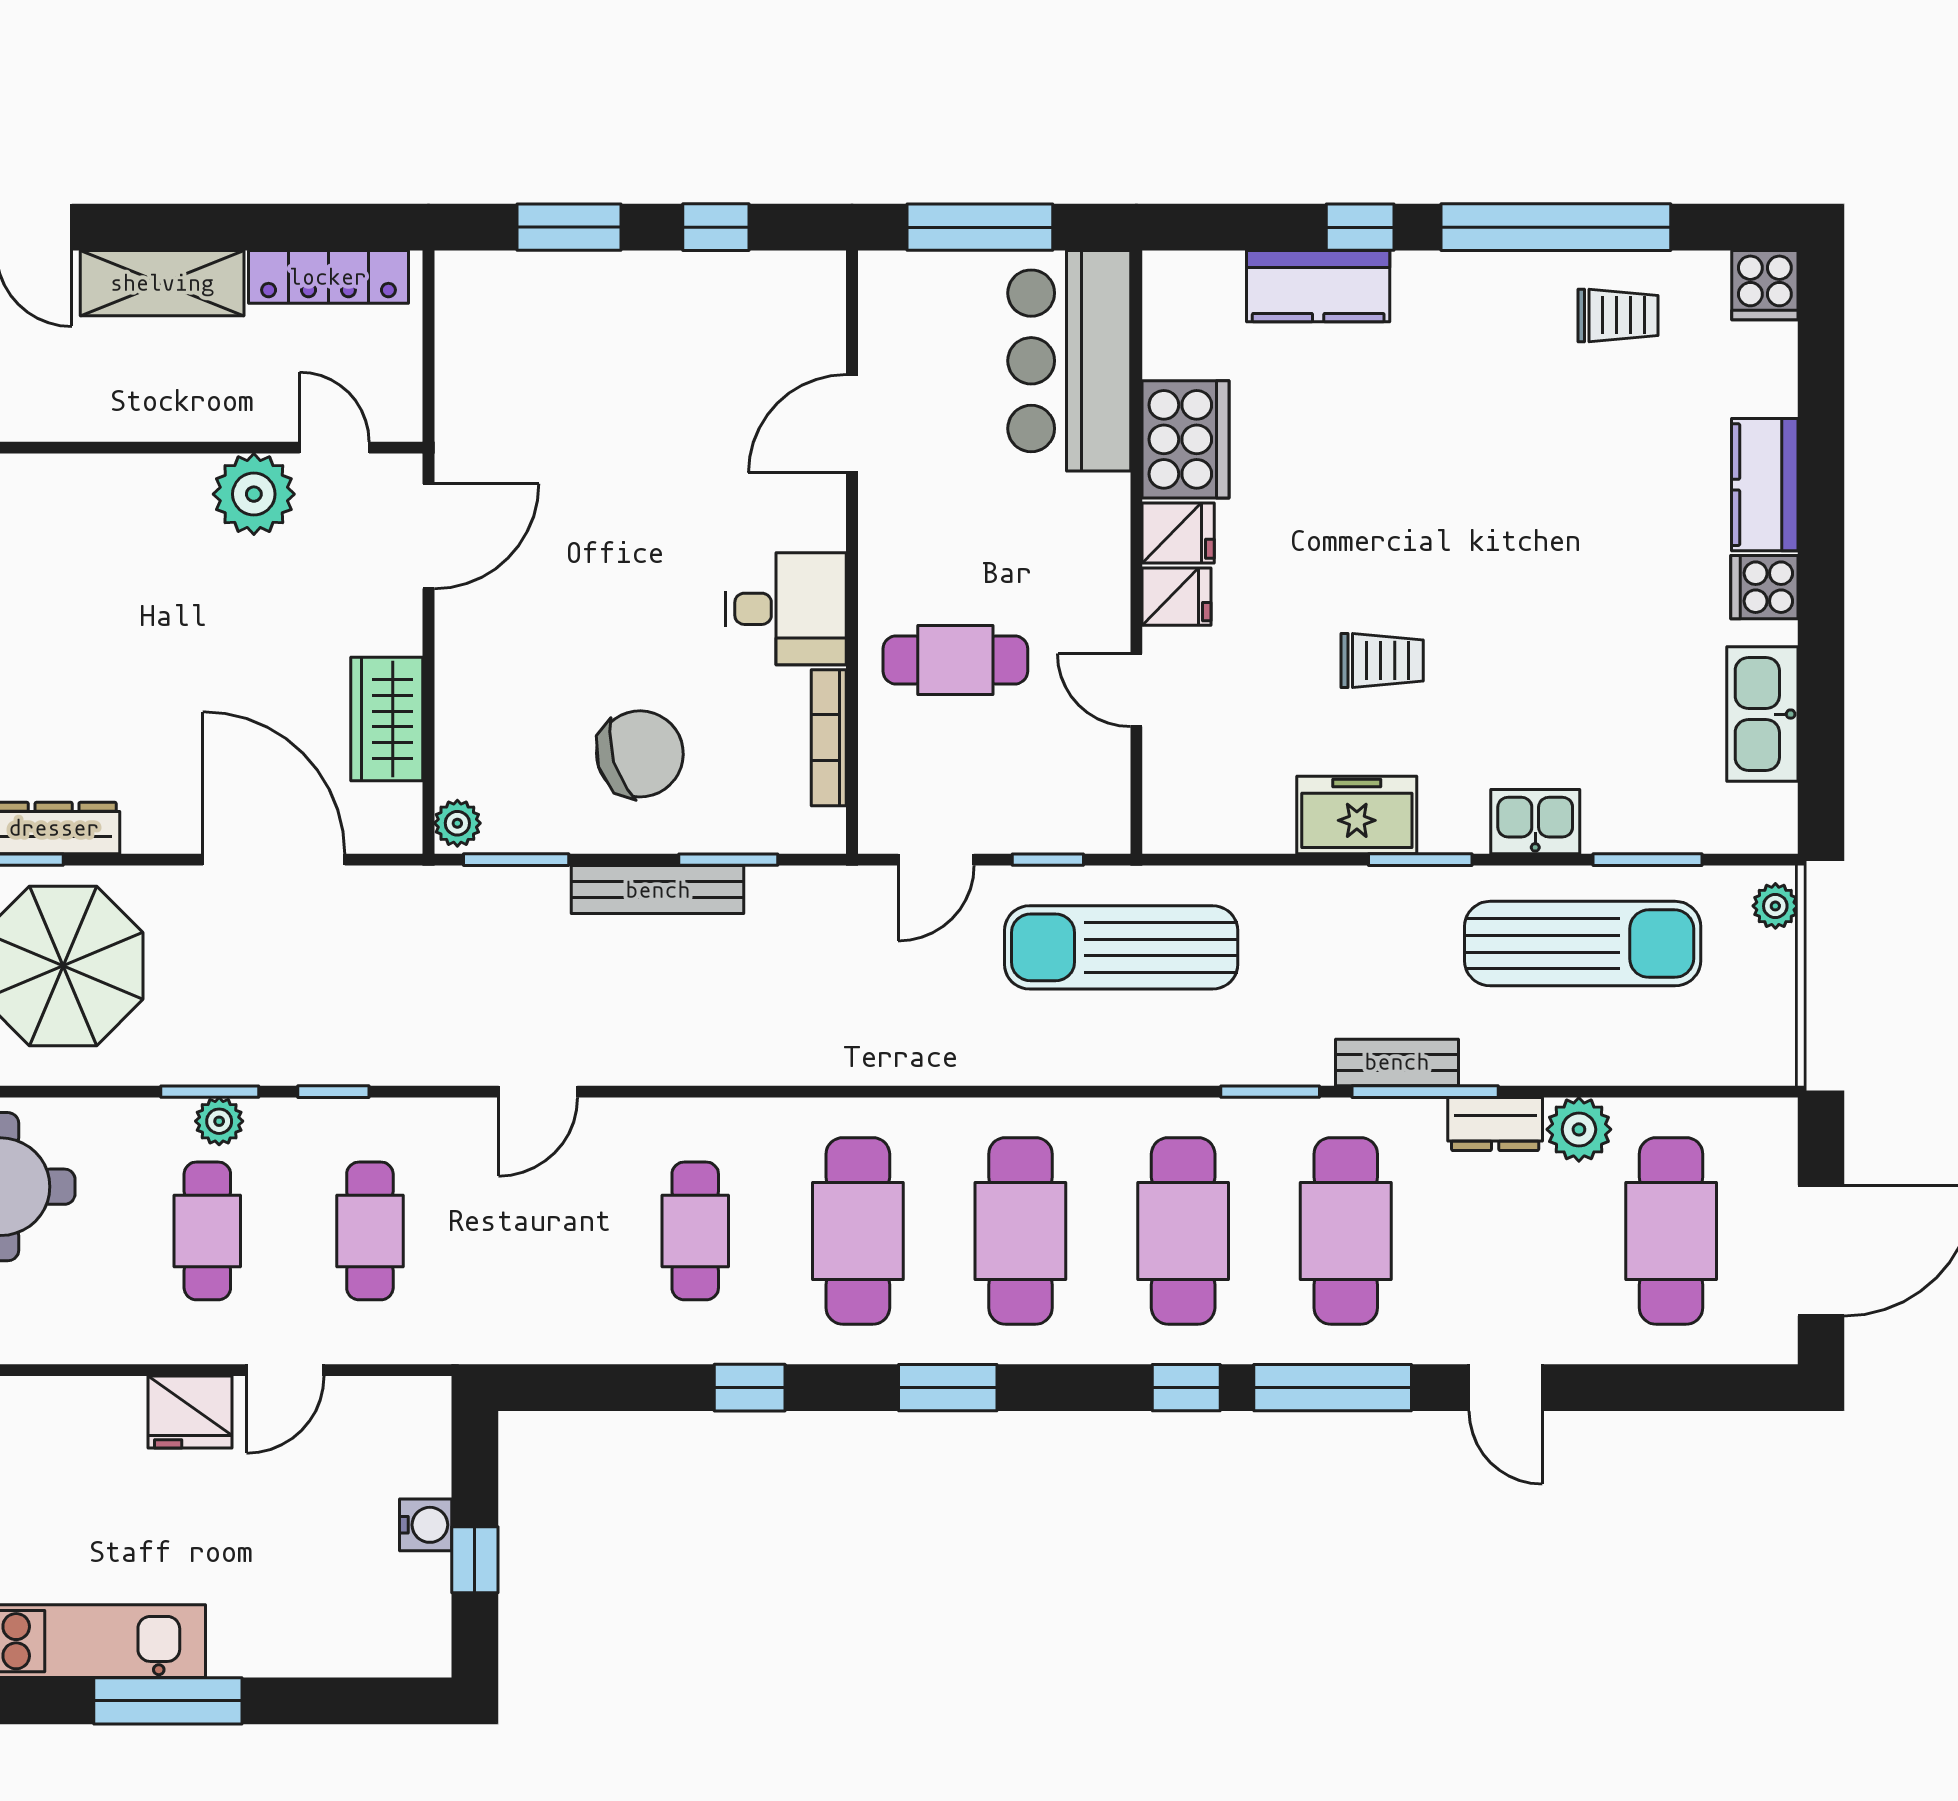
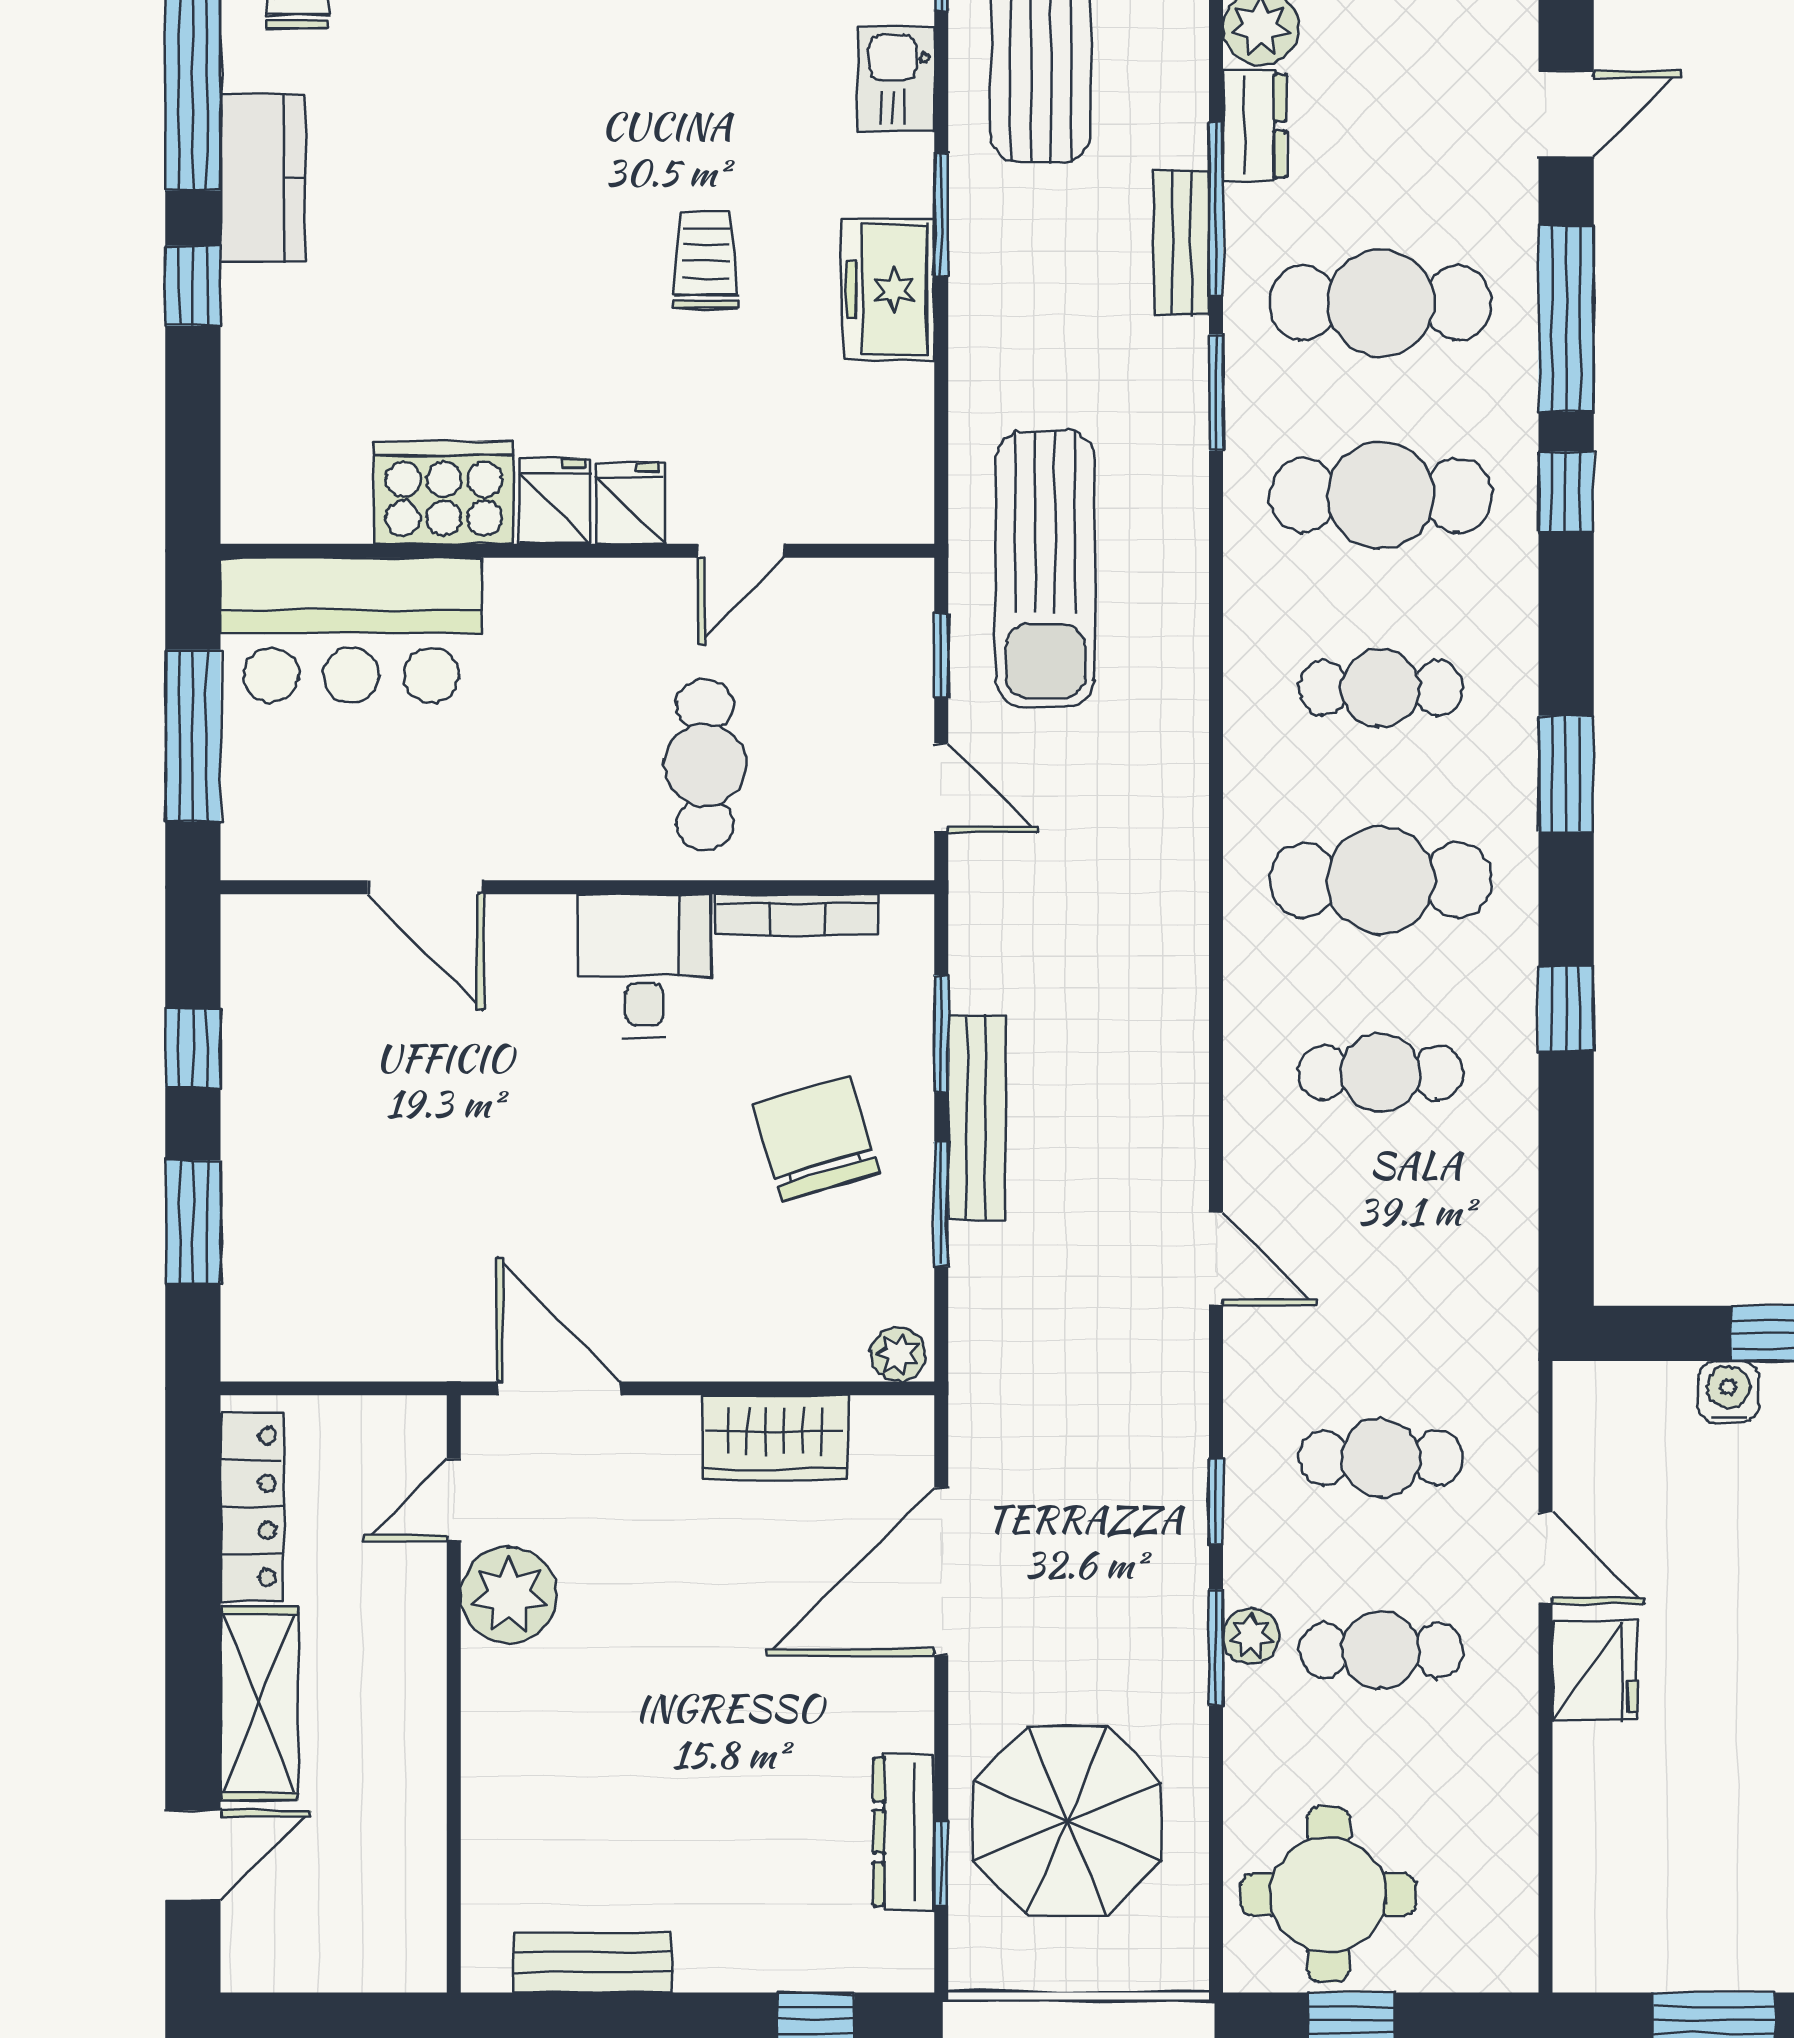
kitchen counter: (1318, 286) -> (263, 178), moved
window: (516, 860) -> (941, 1204), moved
cafe table: (1020, 1231) -> (1381, 688), width x0.73, depth x0.74

